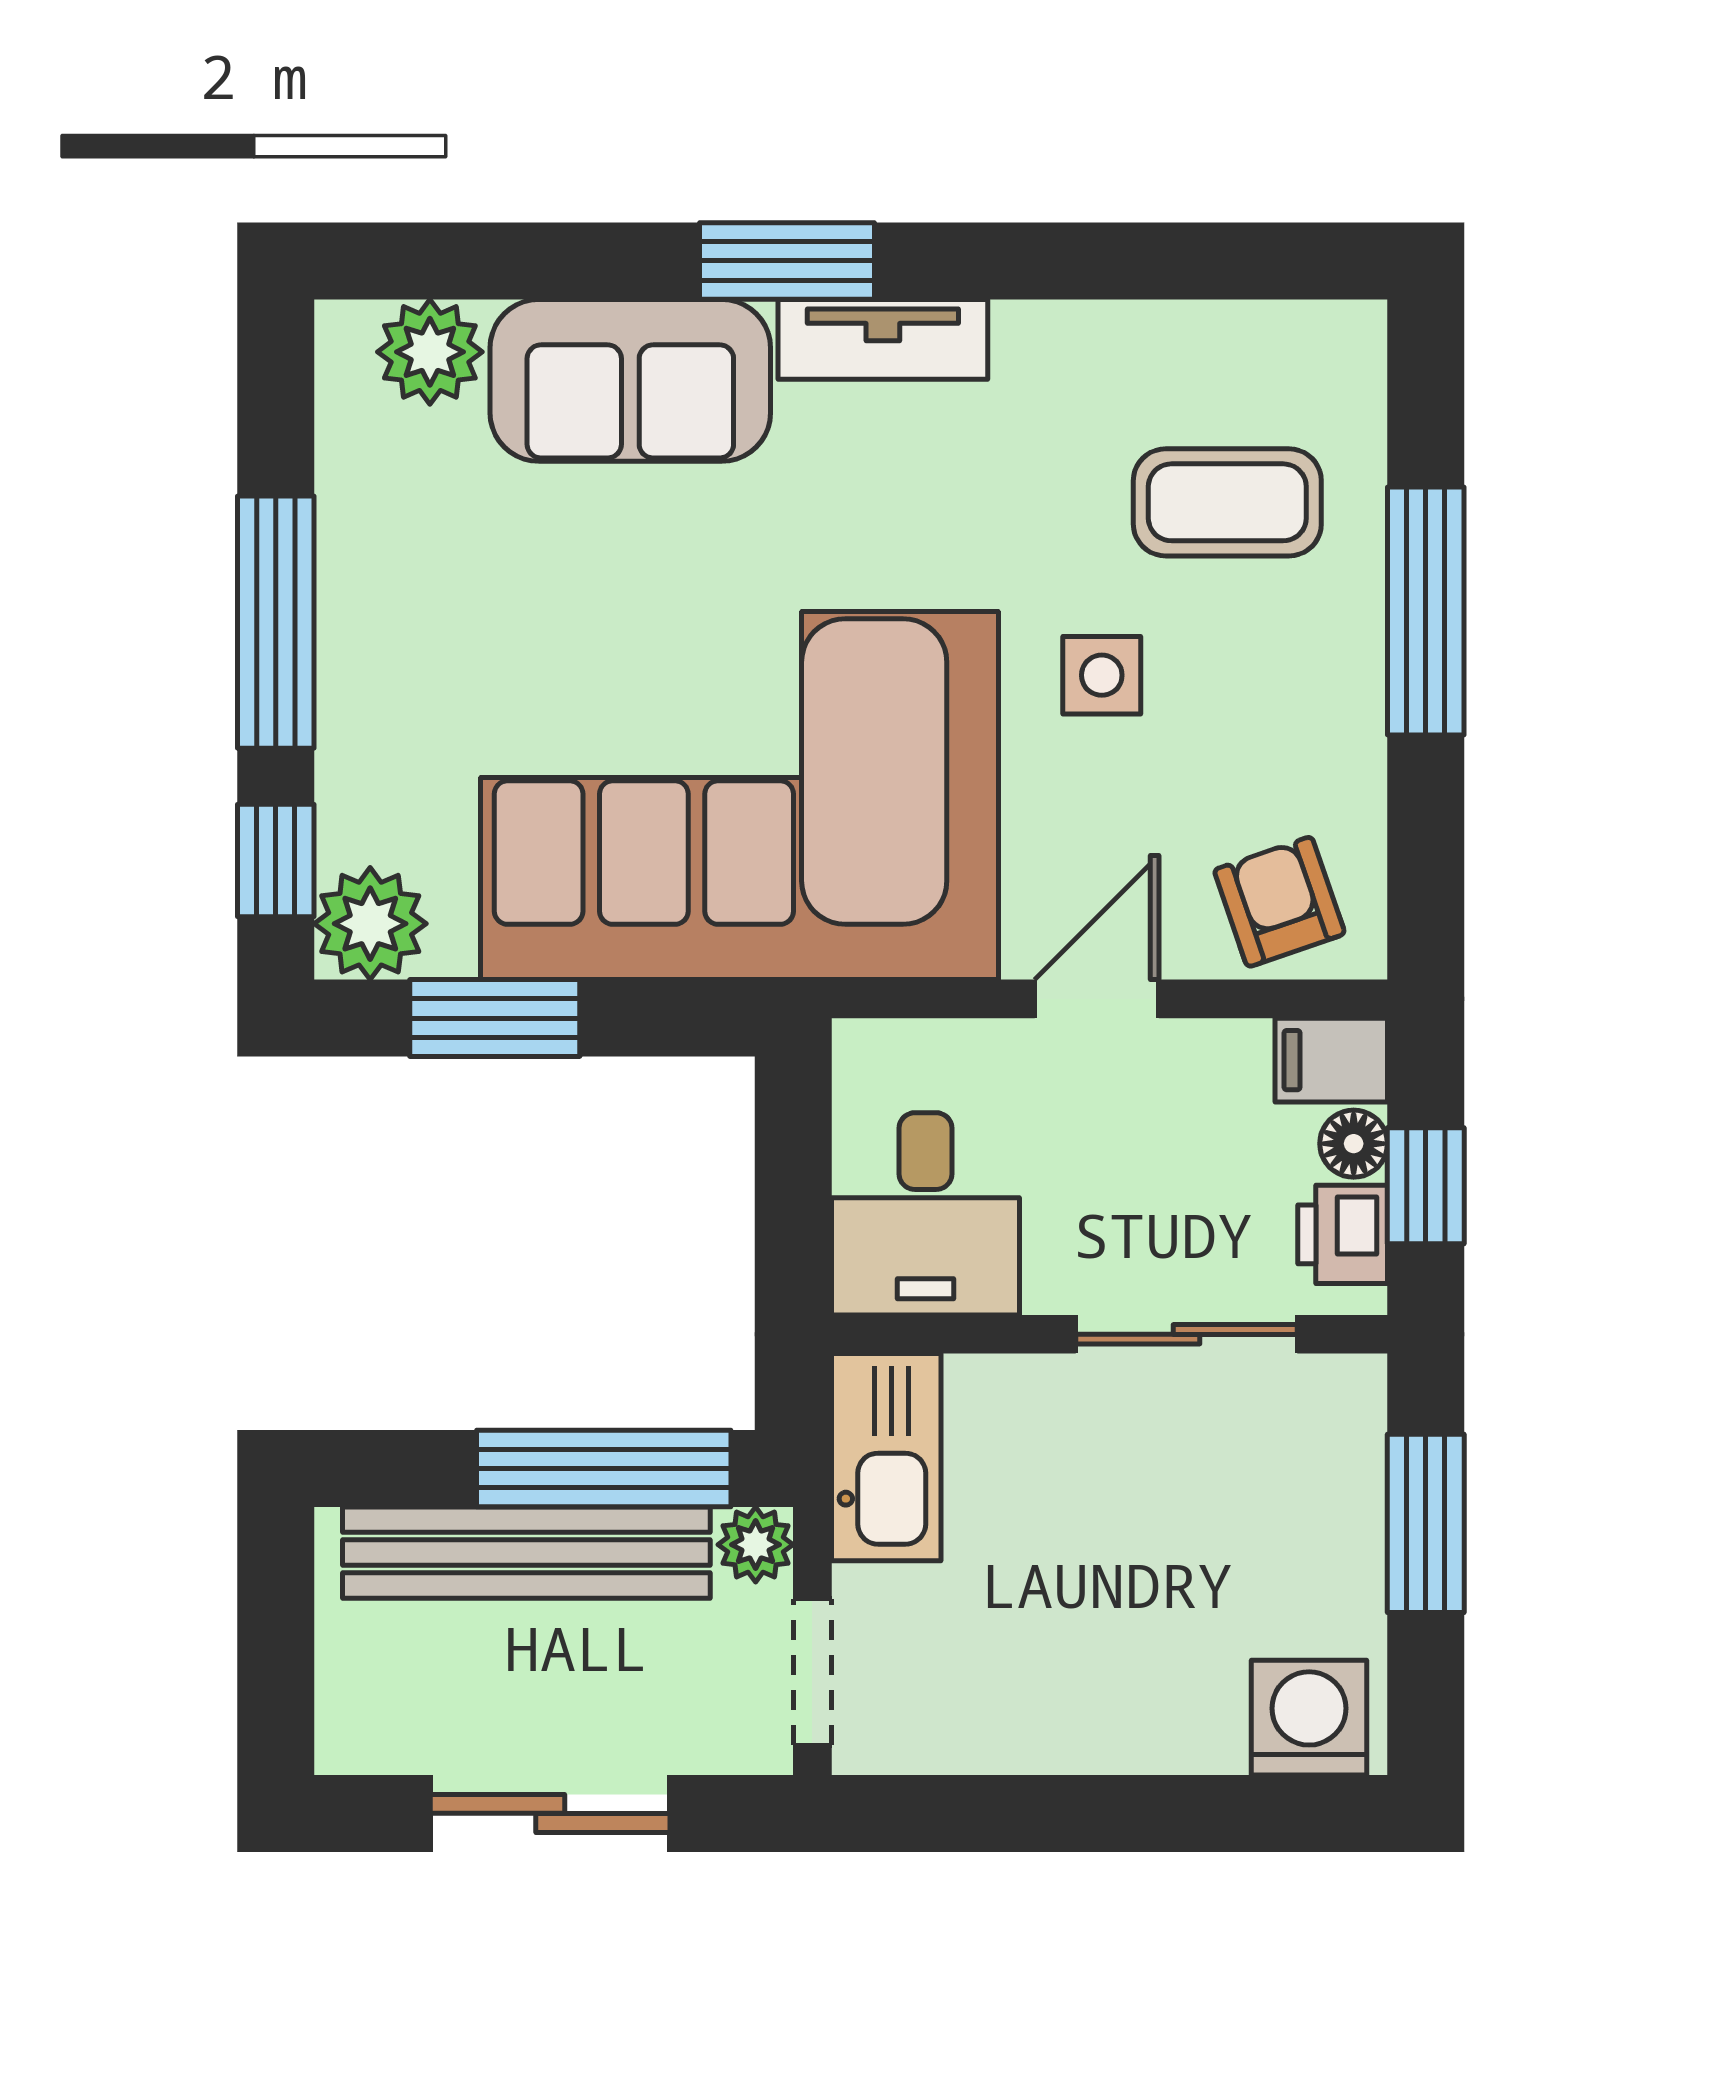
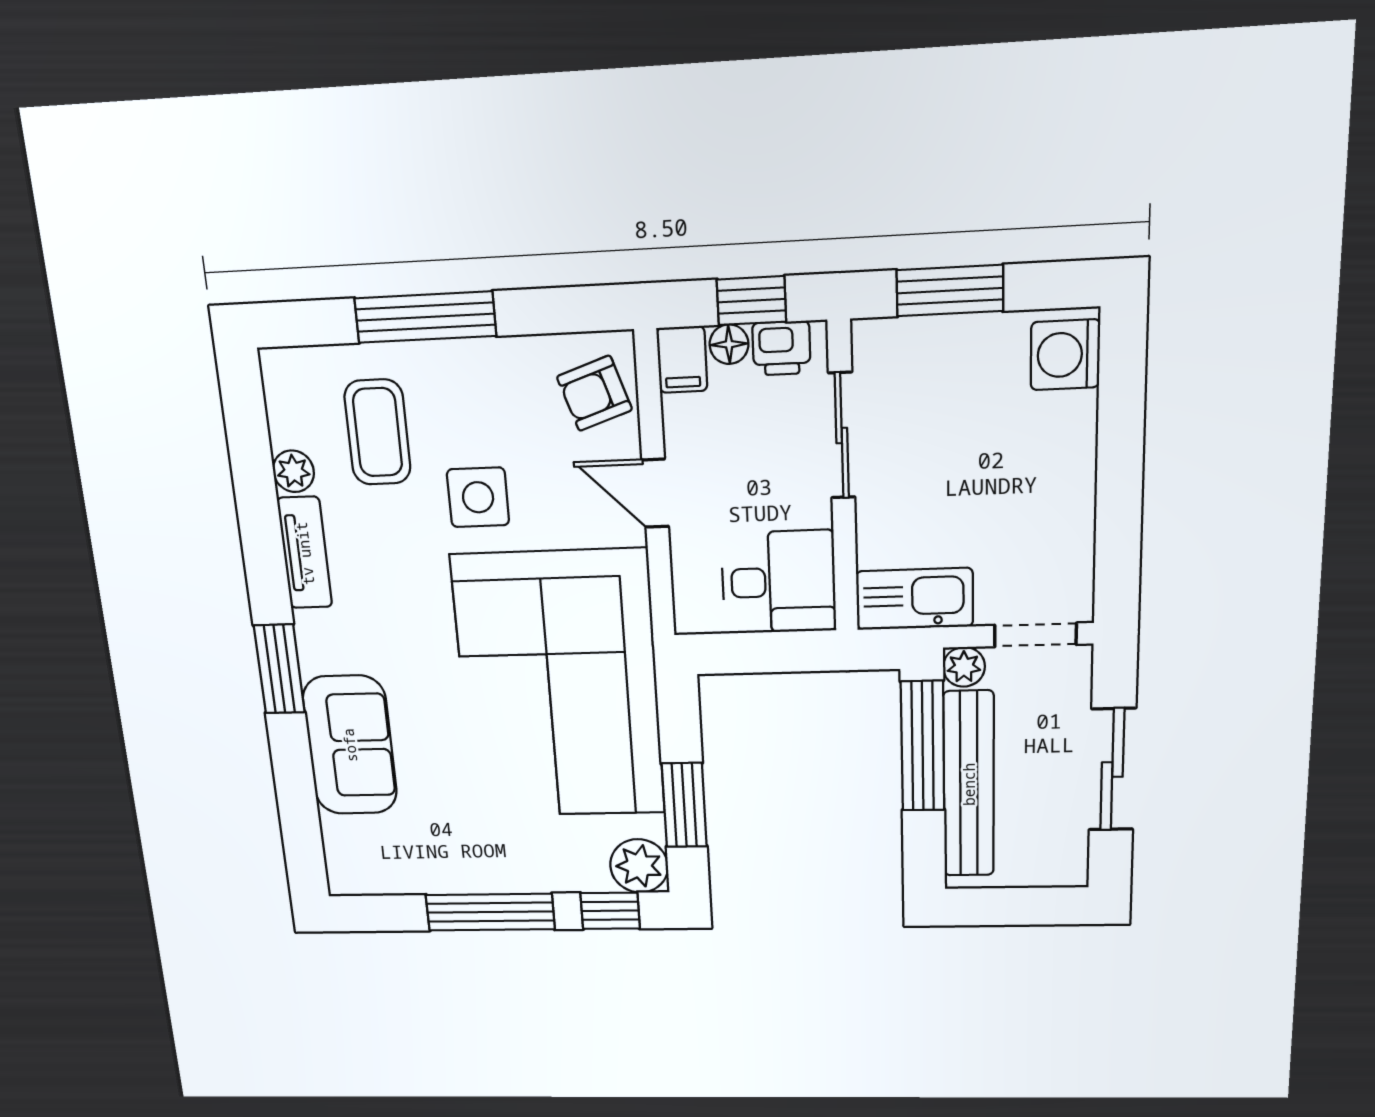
tv unit: (883, 339) -> (305, 553), moved
plant: (430, 352) -> (293, 471), moved, width x0.73, depth x0.73
side table: (1102, 675) -> (478, 497), width x1.37, depth x1.37

